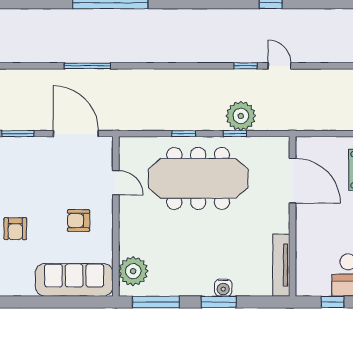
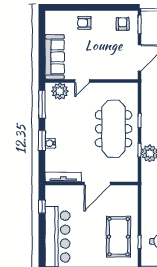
door: (293, 181) -> (97, 183), moved
door: (116, 183) -> (82, 81), moved
armchair: (79, 221) -> (123, 24), moved

